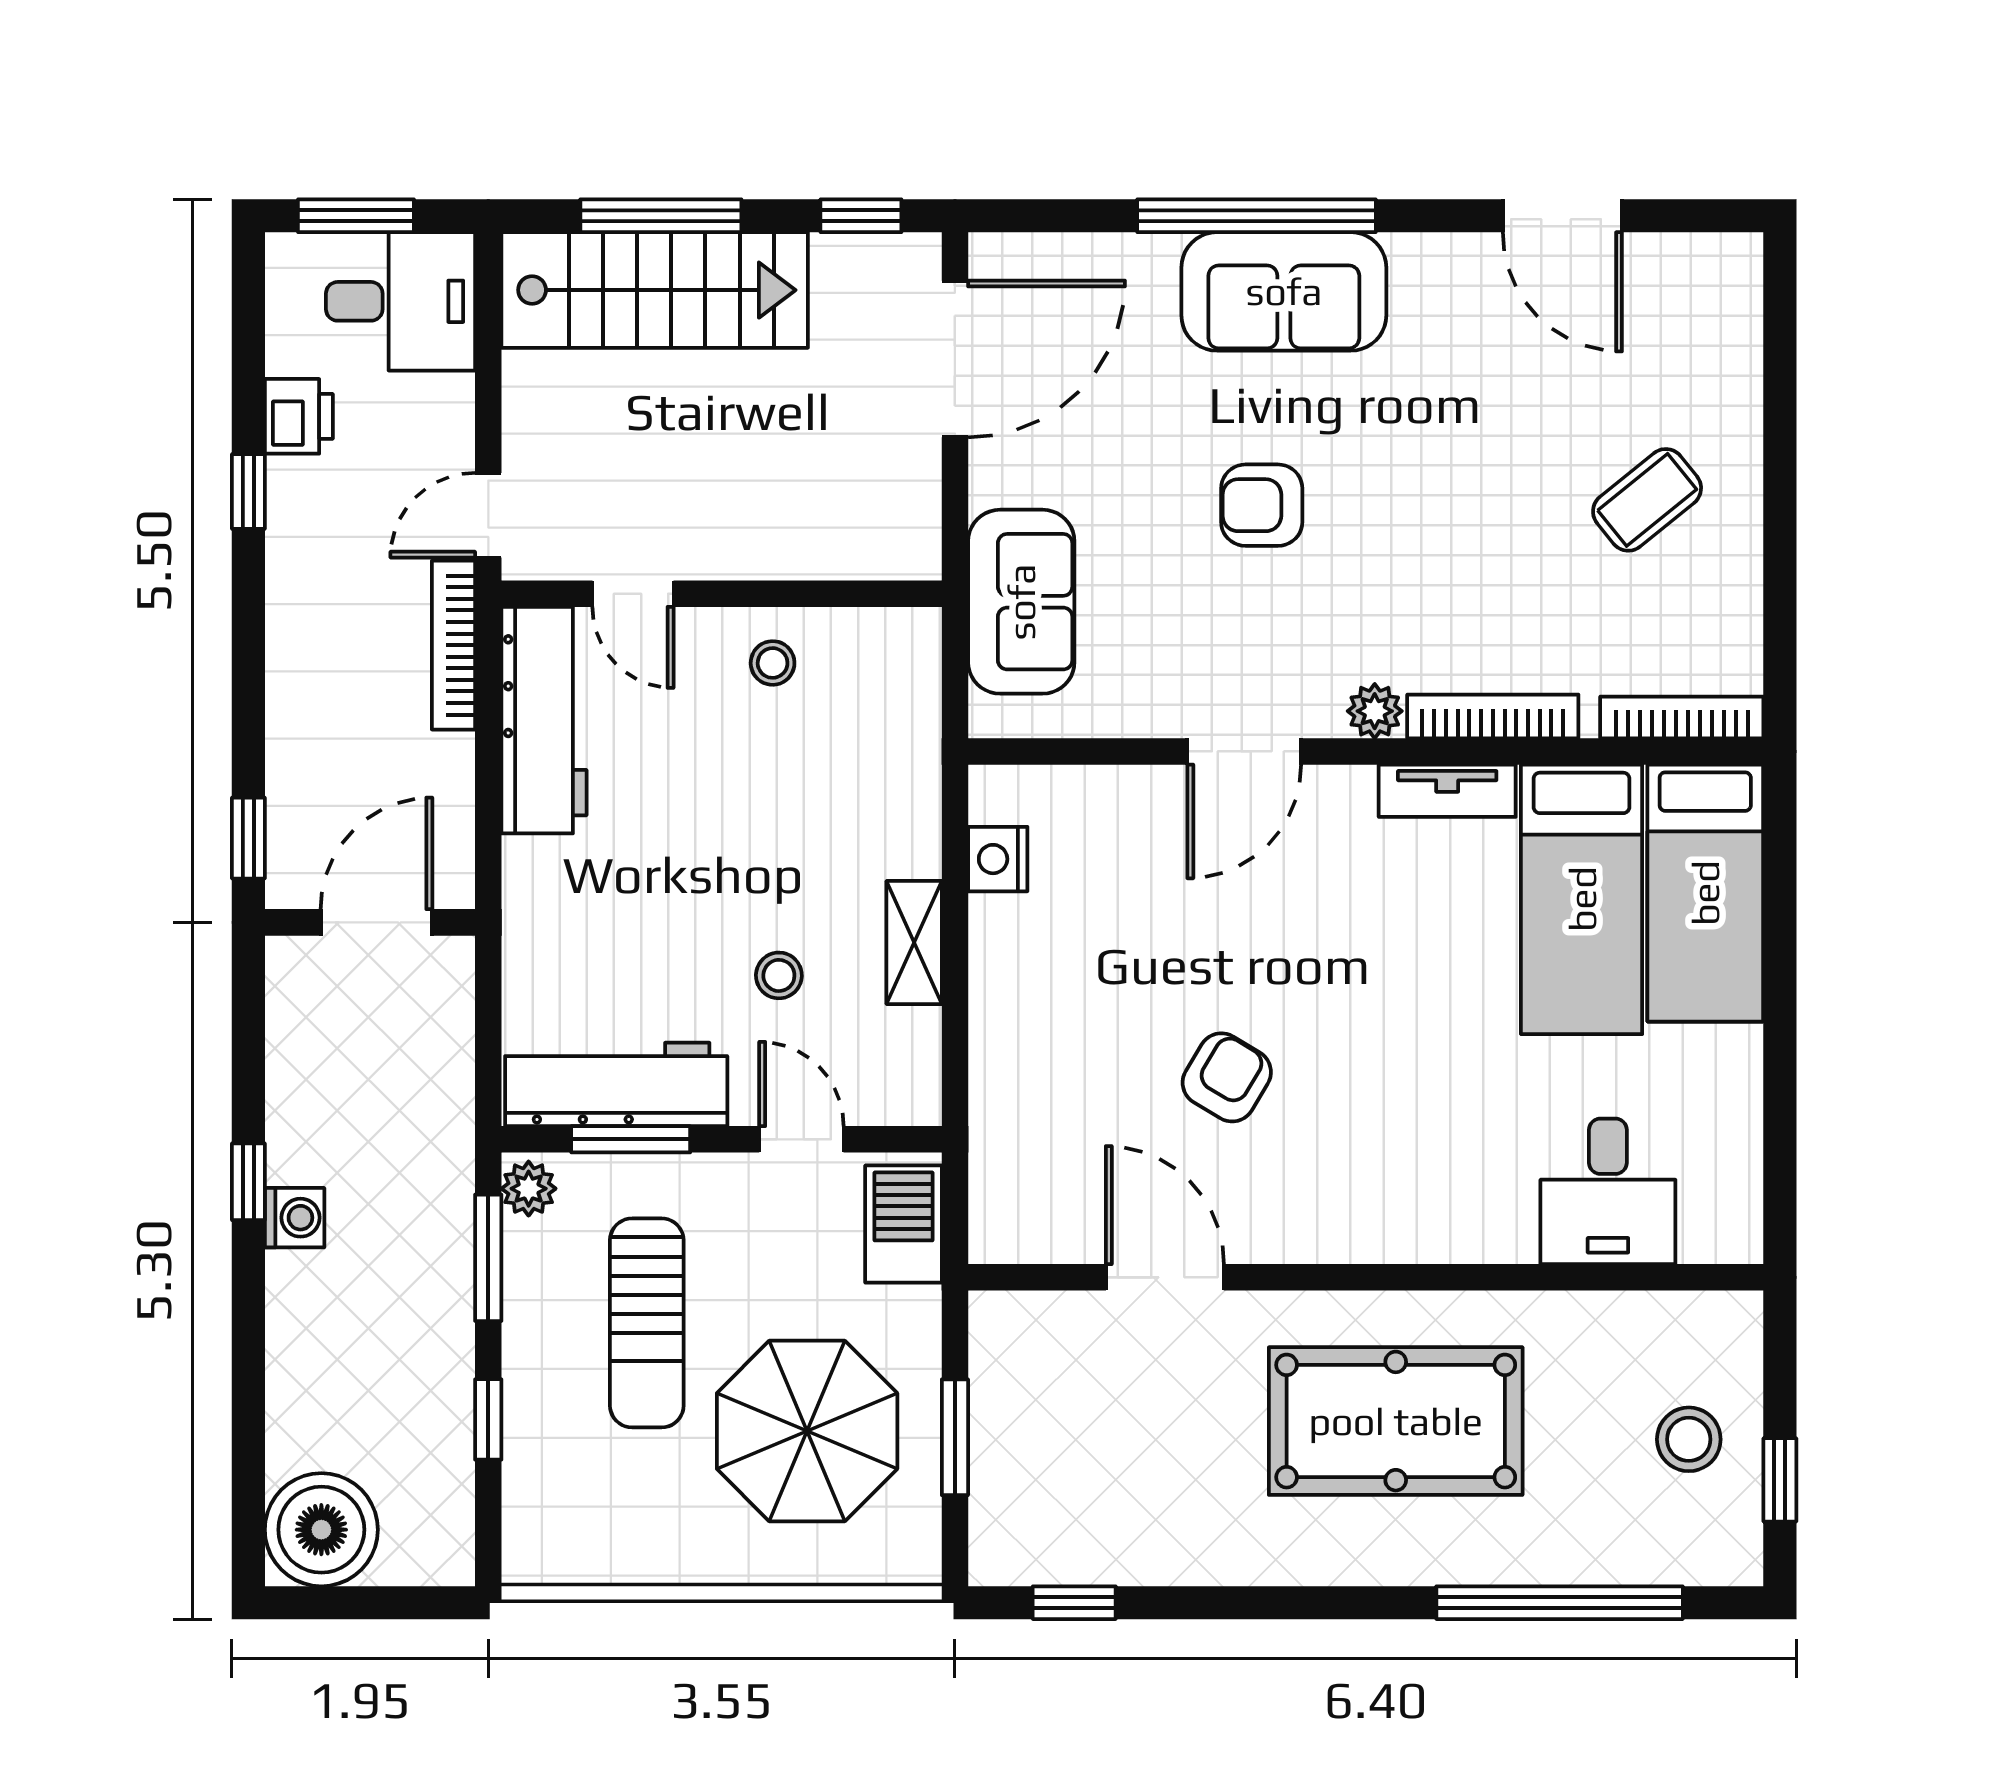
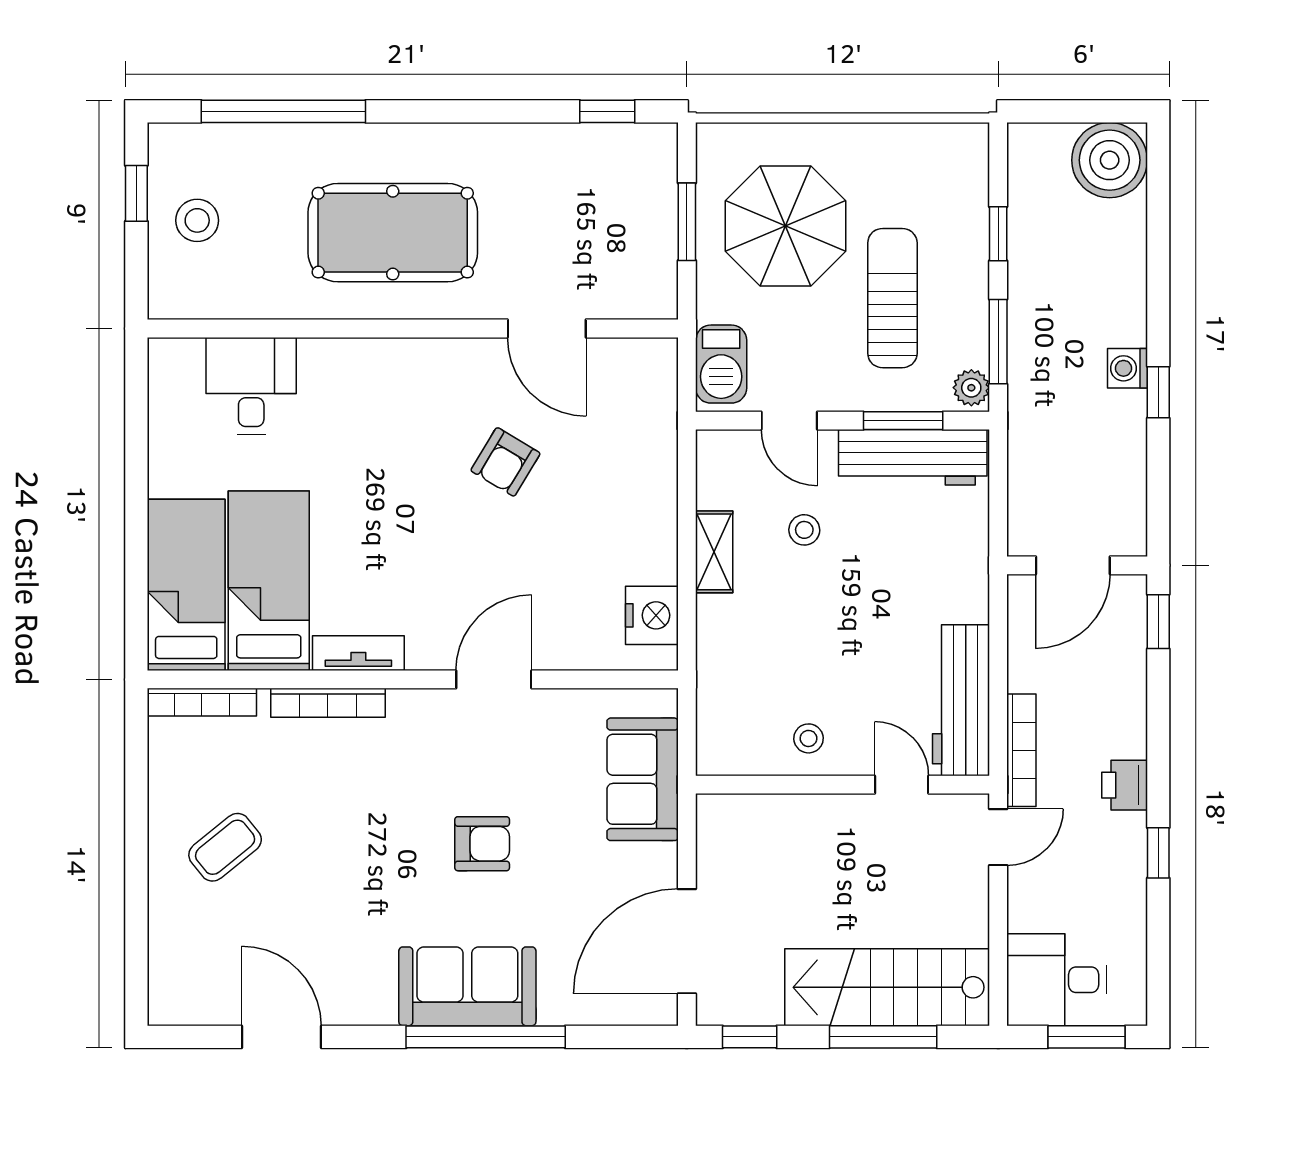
printer: (299, 416) -> (1125, 785), moved
plant: (1375, 711) -> (407, 706), removed
nightstand: (998, 859) -> (652, 615), width x1.36, depth x1.33

